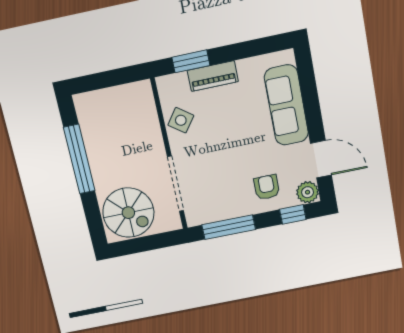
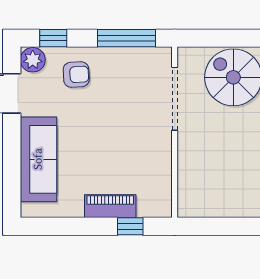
window: (191, 61) -> (130, 226), width x0.67
side table: (181, 120) -> (154, 167), removed
armchair: (267, 187) -> (76, 75), turned -93

